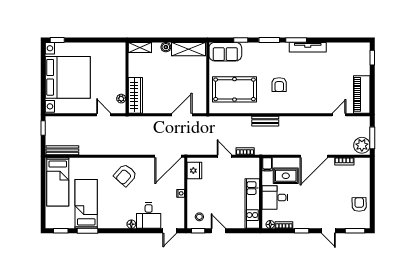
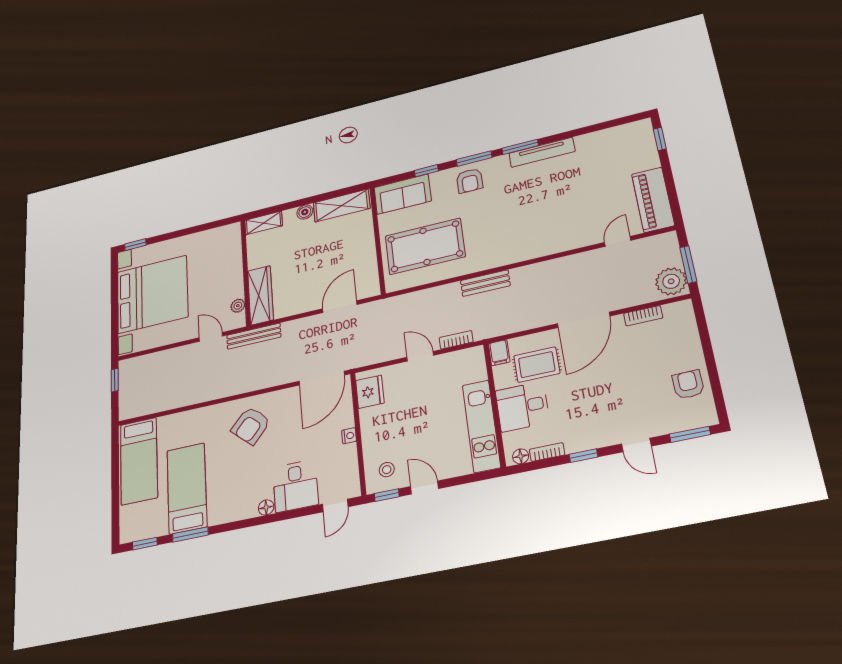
armchair: (279, 85) -> (470, 181), moved
bench: (62, 150) -> (254, 336), moved

